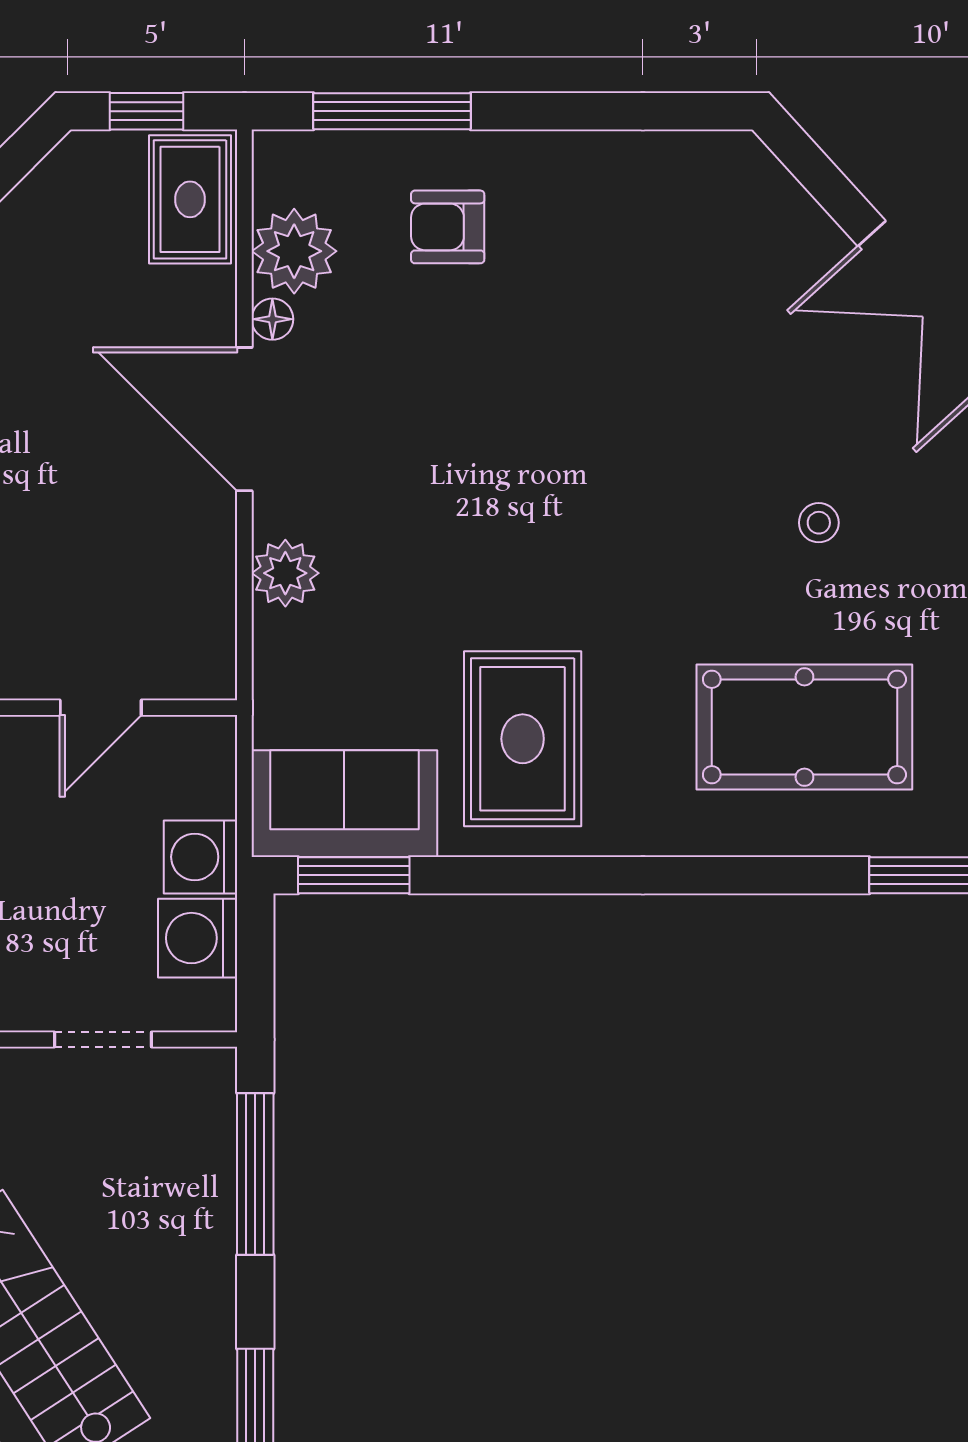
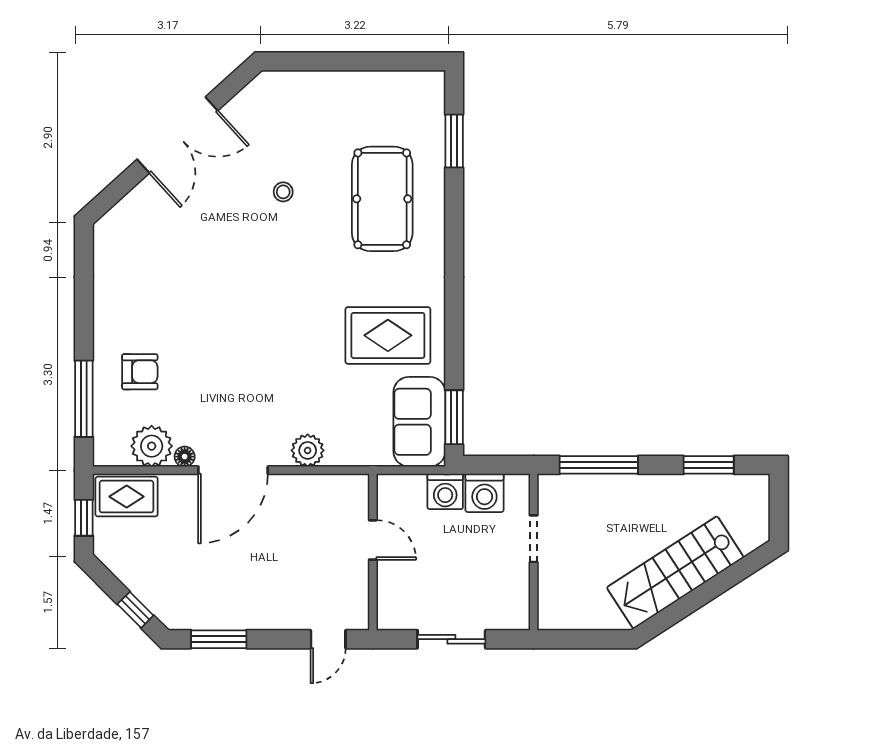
armchair: (448, 227) -> (140, 372), turned -90

